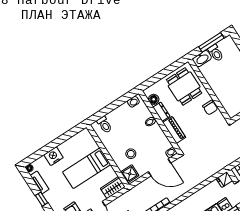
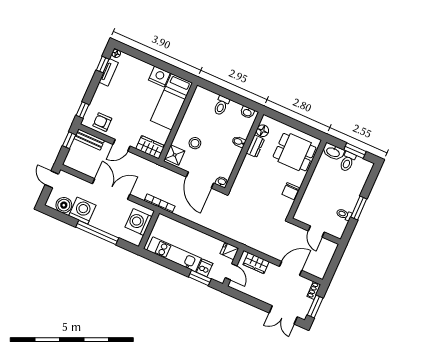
window: (211, 42) -> (355, 151), width x0.69
dining table: (184, 86) -> (295, 152), turned 90
toilet: (104, 125) -> (221, 106), moved
piano: (174, 130) -> (246, 170), removed
nightstand: (53, 156) -> (159, 76), moved
bed: (87, 168) -> (172, 102), moved, turned -90
window: (41, 199) -> (103, 65), moved

